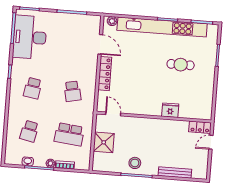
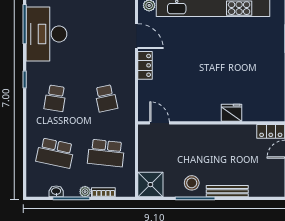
cafe table: (181, 65) -> (240, 54), removed
locker: (105, 74) -> (145, 65), width x0.66
school desk: (29, 131) -> (55, 153), width x1.85
shower: (104, 142) -> (150, 185), moved
bench: (175, 173) -> (227, 191), moved

